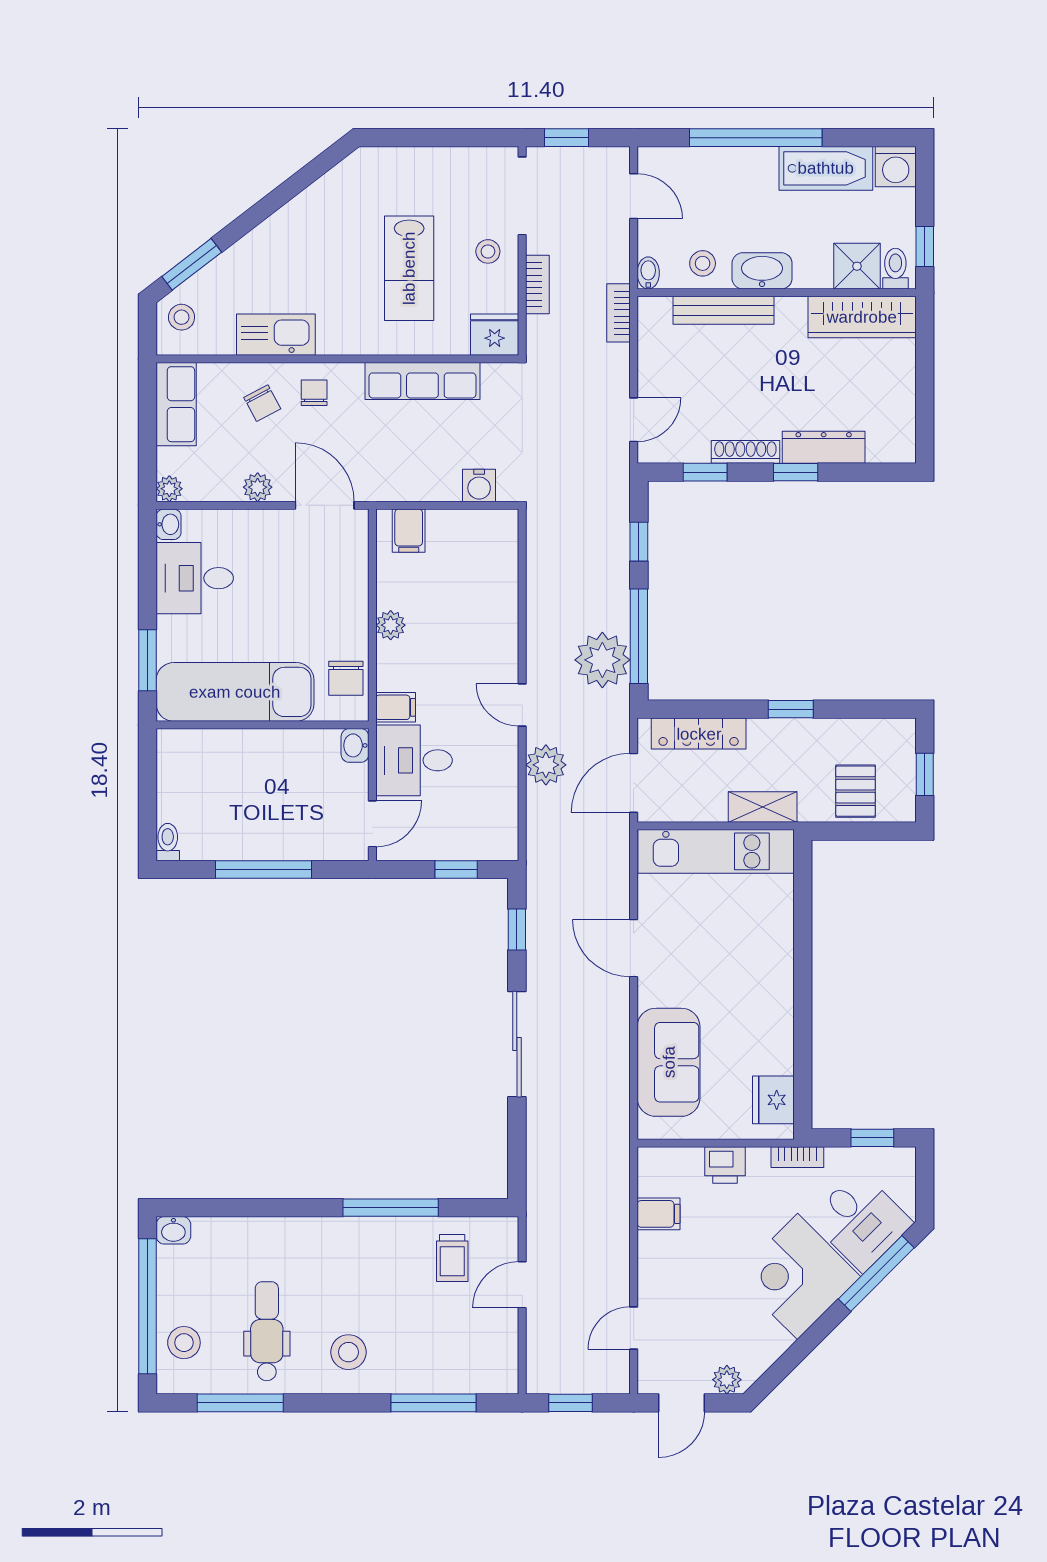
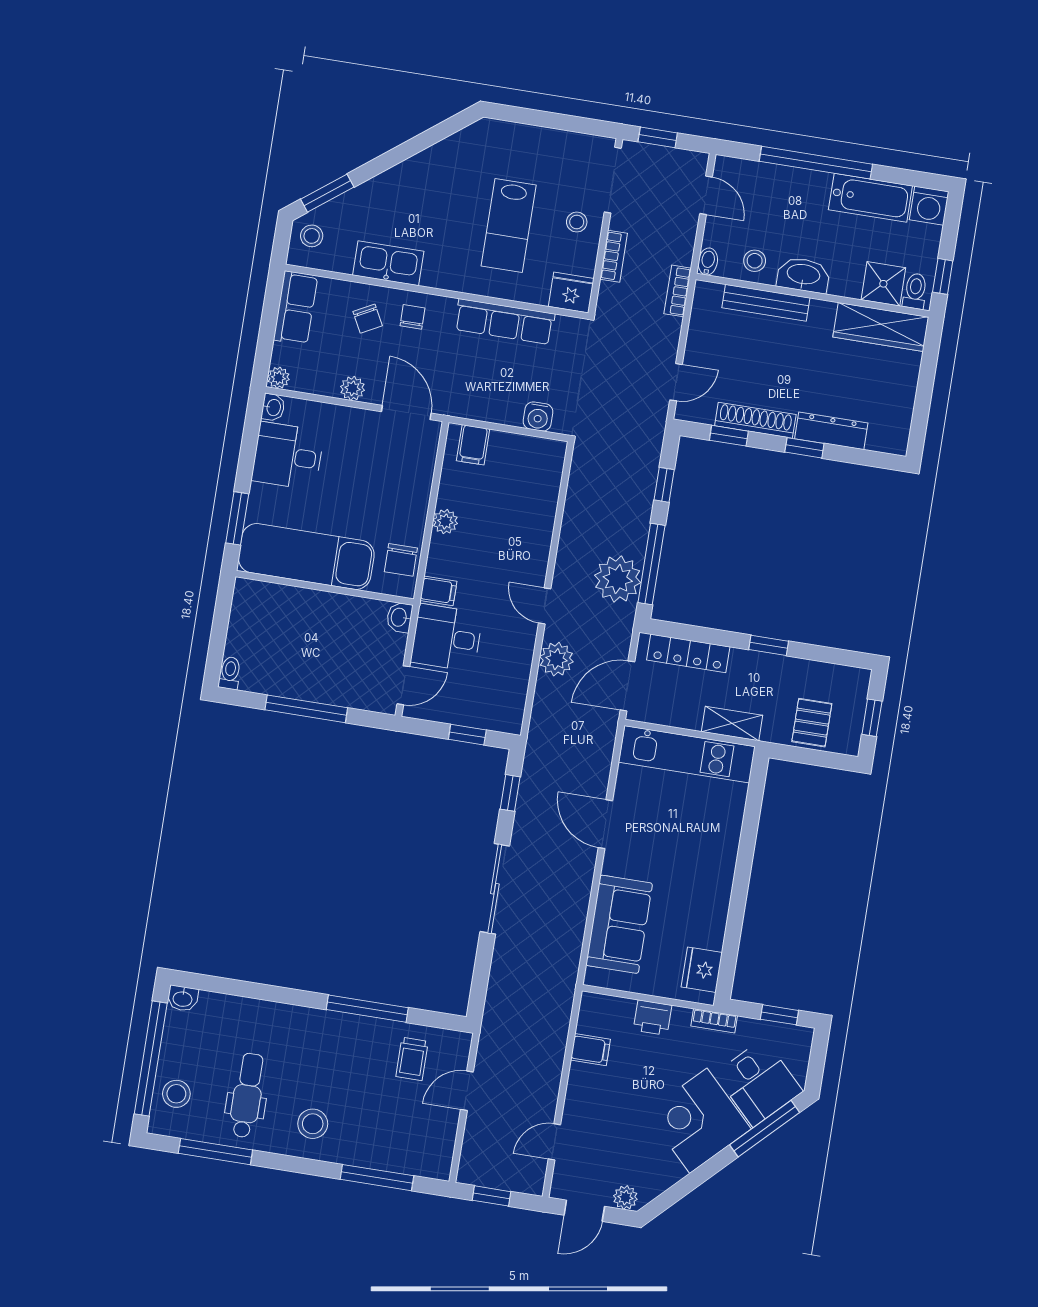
shoe rack: (745, 452) -> (755, 420), width x1.36, depth x1.24

